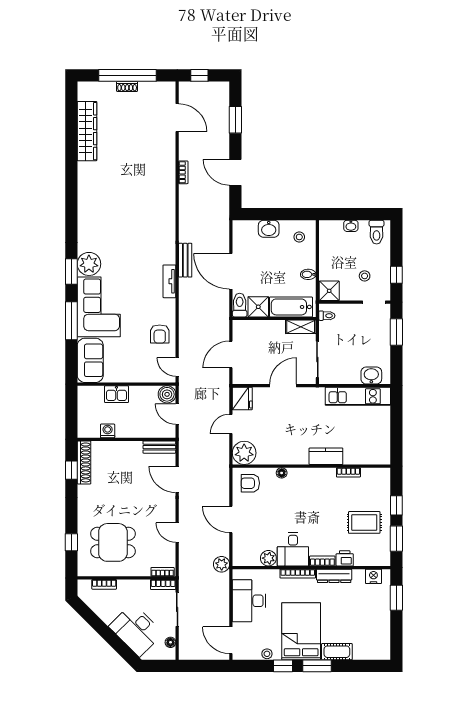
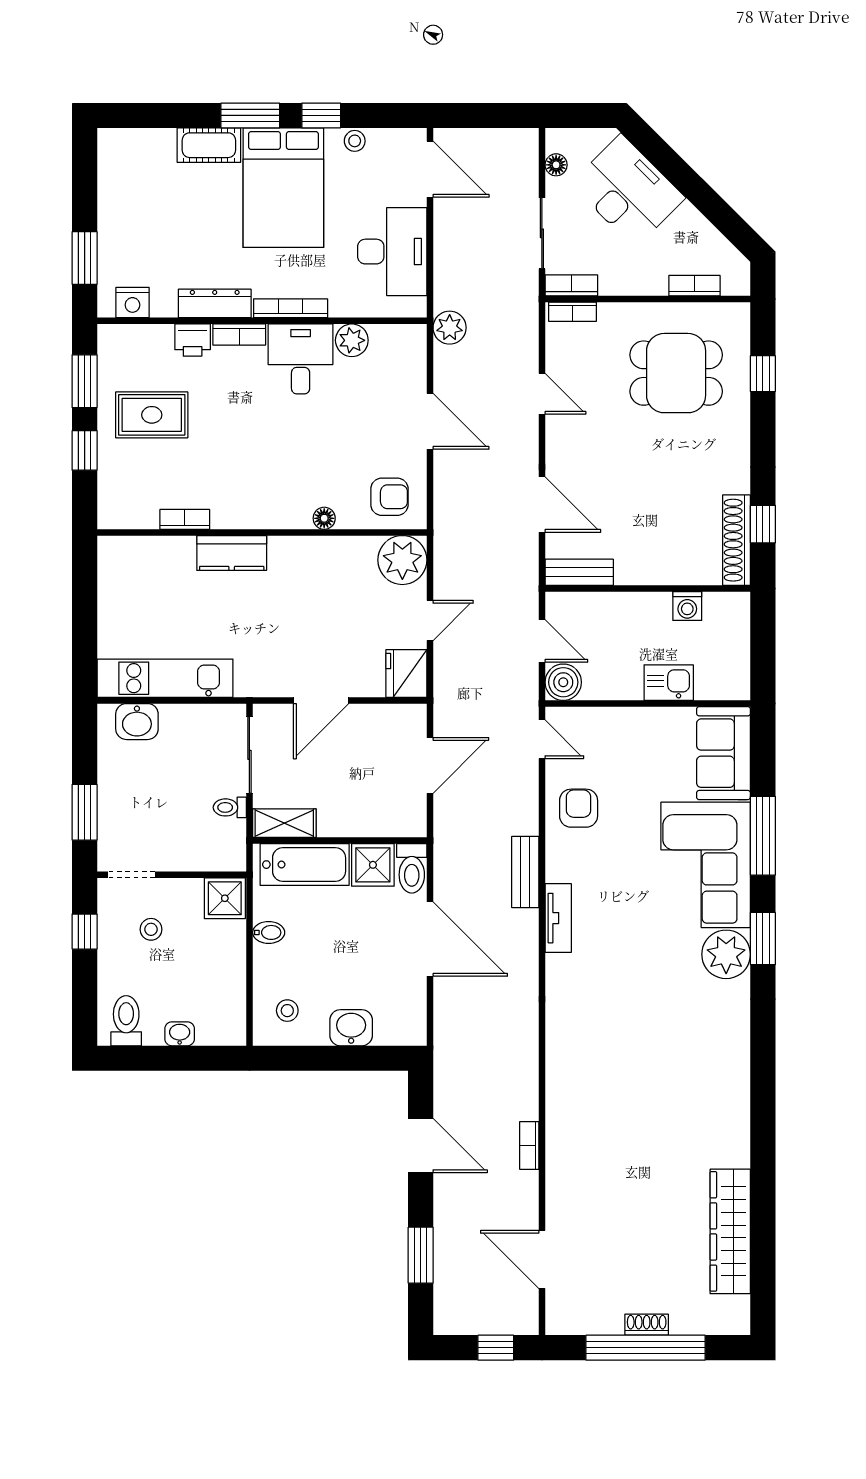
bench: (185, 260) -> (525, 872), moved
toilet: (327, 316) -> (230, 807), moved

